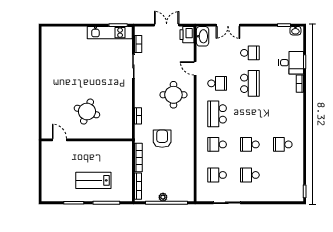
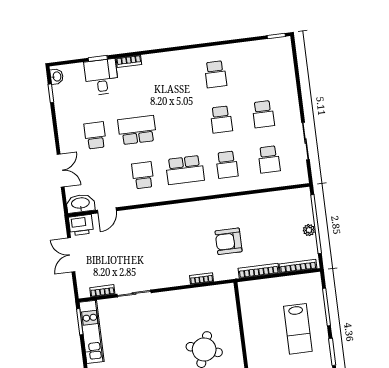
door: (195, 68) -> (107, 210), moved
round table: (173, 95) -> (166, 233), removed

